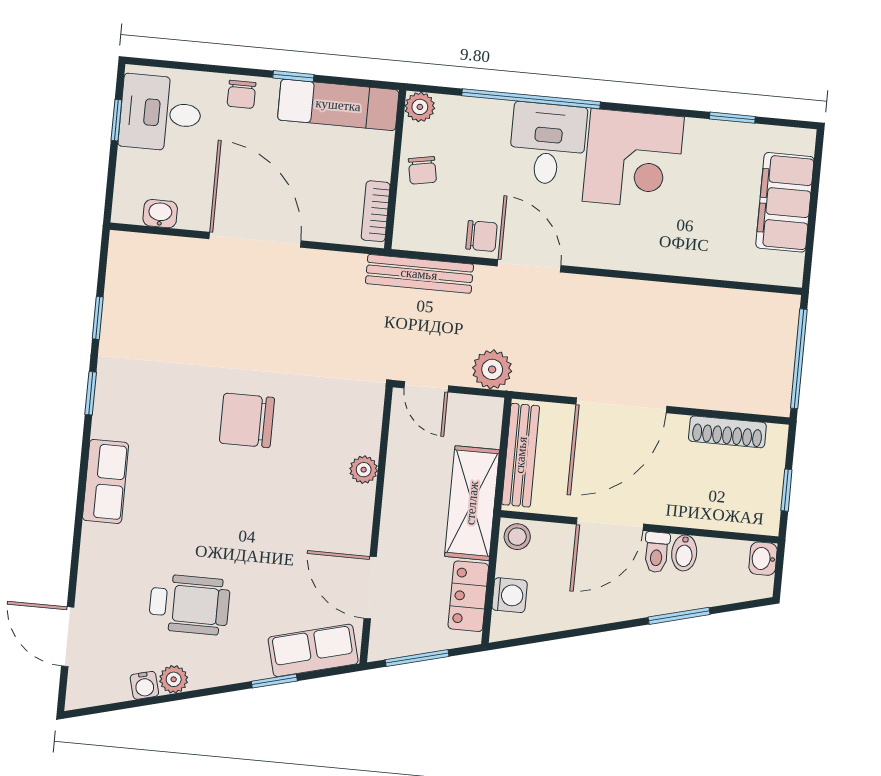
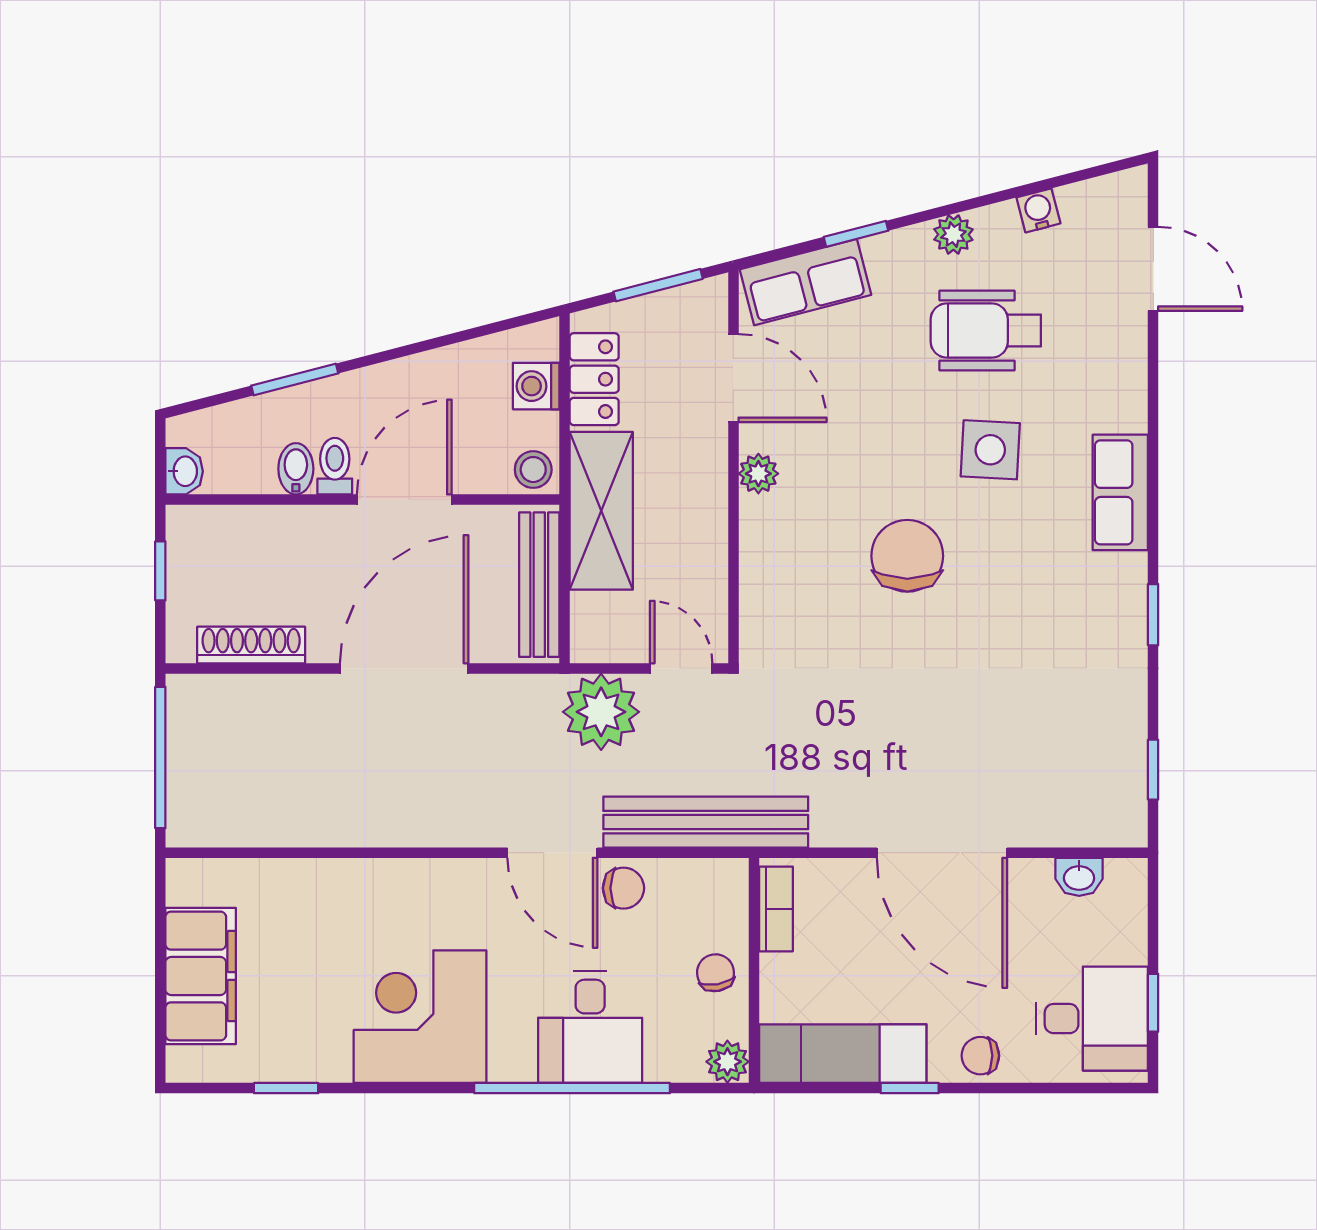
chair: (241, 94) -> (980, 1056), turned -90
desk: (548, 144) -> (590, 1027), moved
chair: (482, 236) -> (623, 888), turned 180
bench: (419, 274) -> (706, 822), width x1.37, depth x1.21
window: (98, 318) -> (1153, 770), moved
plant: (492, 369) -> (601, 712), width x1.36, depth x1.36
chair: (247, 420) -> (907, 556), moved, turned -90
plant: (364, 470) -> (758, 474), moved
side table: (194, 520) -> (990, 450), added
plant: (174, 679) -> (953, 234), moved

